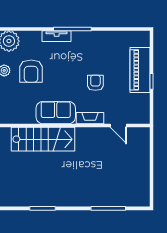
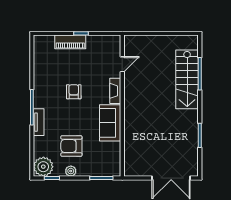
piano: (140, 70) -> (70, 42), width x0.73, depth x0.75
armchair: (31, 71) -> (71, 146), turned 180
armchair: (95, 83) -> (74, 92), moved, turned 90
stairs: (43, 139) -> (187, 79), moved, turned 180

